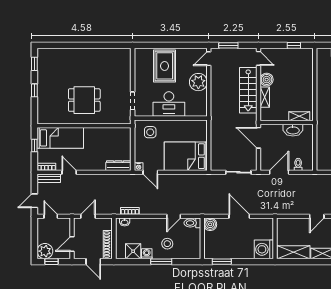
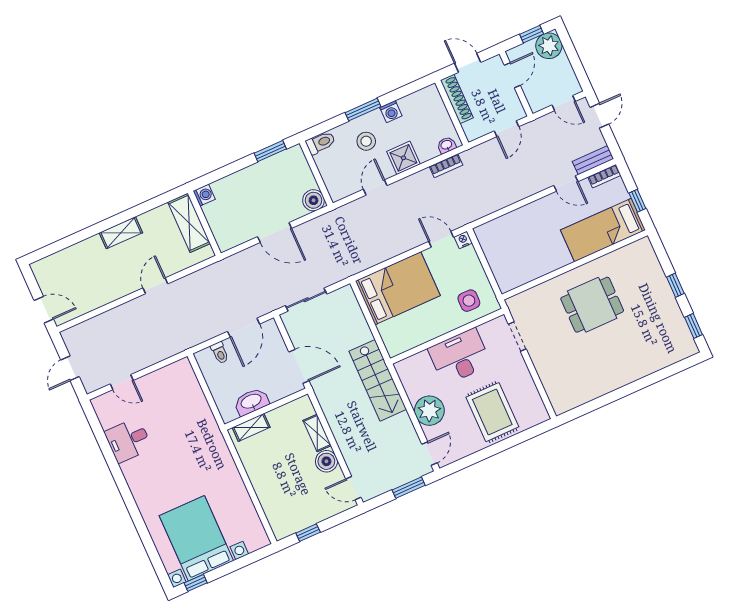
stairs: (248, 90) -> (378, 380), moved, turned 180
dresser: (118, 166) -> (495, 227), removed
toilet: (192, 223) -> (321, 143), moved
washing machine: (264, 249) -> (204, 195), width x0.53, depth x0.53
shower: (133, 251) -> (403, 158), moved
shelving: (294, 252) -> (189, 223), moved, turned 90

